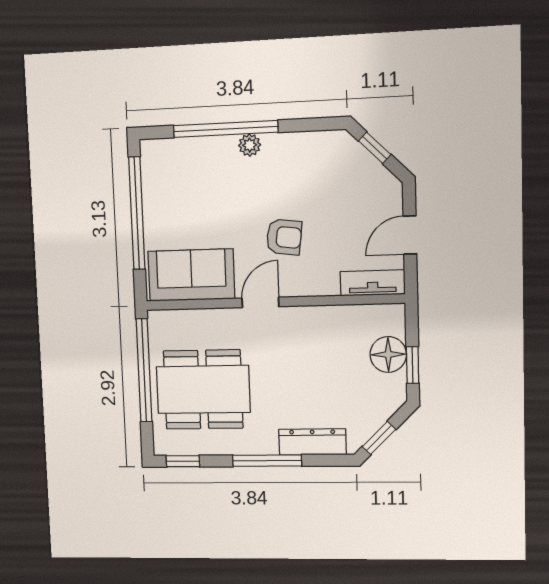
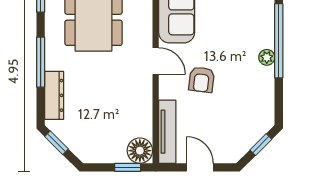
tv unit: (373, 283) -> (167, 132), width x1.41
floor lamp: (388, 354) -> (140, 151), moved
window: (412, 365) -> (128, 167), moved

